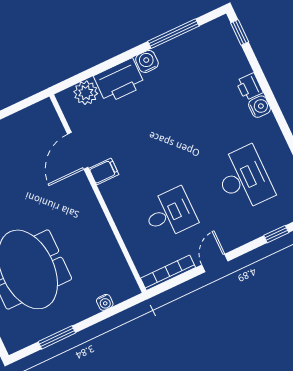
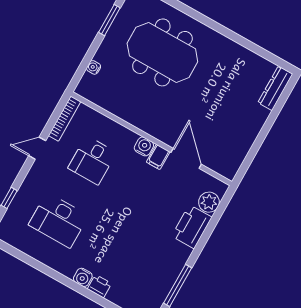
water cooler: (147, 61) -> (144, 146), moved, turned -90
door: (215, 263) -> (37, 148), swing flipped

